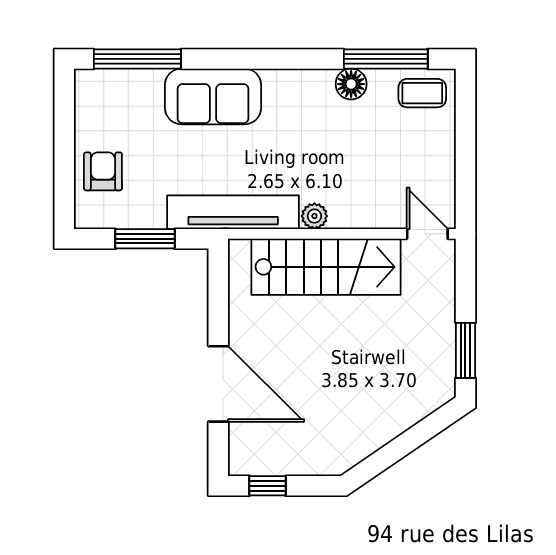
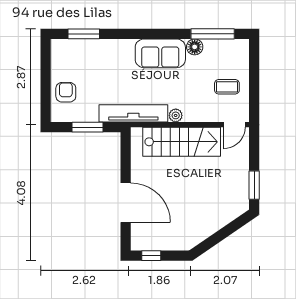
window: (137, 59) -> (84, 34), width x0.69
coffee table: (422, 93) -> (227, 87), moved
sofa: (213, 96) -> (160, 53), moved
door: (427, 234) -> (234, 125), swing flipped

